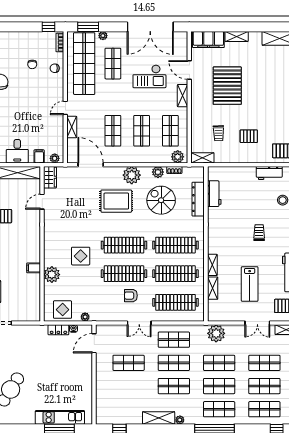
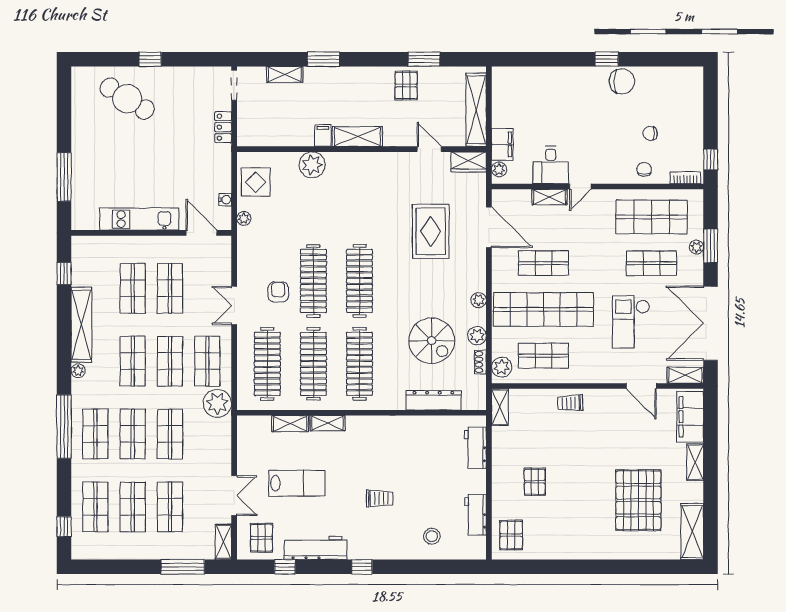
window: (88, 27) -> (711, 246), moved
shop shelf: (84, 64) -> (652, 217), width x0.71
door: (189, 70) -> (641, 386), swing flipped
pallet: (227, 86) -> (638, 500), moved, turned 90
shelving: (183, 96) -> (685, 375), moved
door: (65, 108) -> (580, 187), swing flipped
shop shelf: (142, 131) -> (543, 309), width x2.00, depth x1.36
trolley: (219, 133) -> (570, 403), moved
desk: (17, 151) -> (551, 165), moved, turned -90
filing cabinet: (39, 156) -> (502, 144), width x2.00
door: (91, 165) -> (489, 227), hinge flipped
plant: (132, 175) -> (479, 300), width x0.53, depth x0.53
workbench: (214, 194) -> (475, 448), moved, turned 90
spiral stairs: (161, 200) -> (432, 341), turned 90
rug: (116, 201) -> (431, 231), moved
shelving: (34, 246) -> (357, 137), added
display table: (81, 256) -> (342, 211), removed
lab bench: (250, 284) -> (297, 483), turned 180
double door: (257, 323) -> (234, 496), swing flipped
locker: (58, 330) -> (223, 127), moved
plant: (216, 333) -> (217, 403), moved
shop shelf: (129, 386) -> (133, 288), added
kitchen unit: (60, 417) -> (139, 219), moved, turned -90
shelving: (159, 418) -> (81, 325), width x1.47

